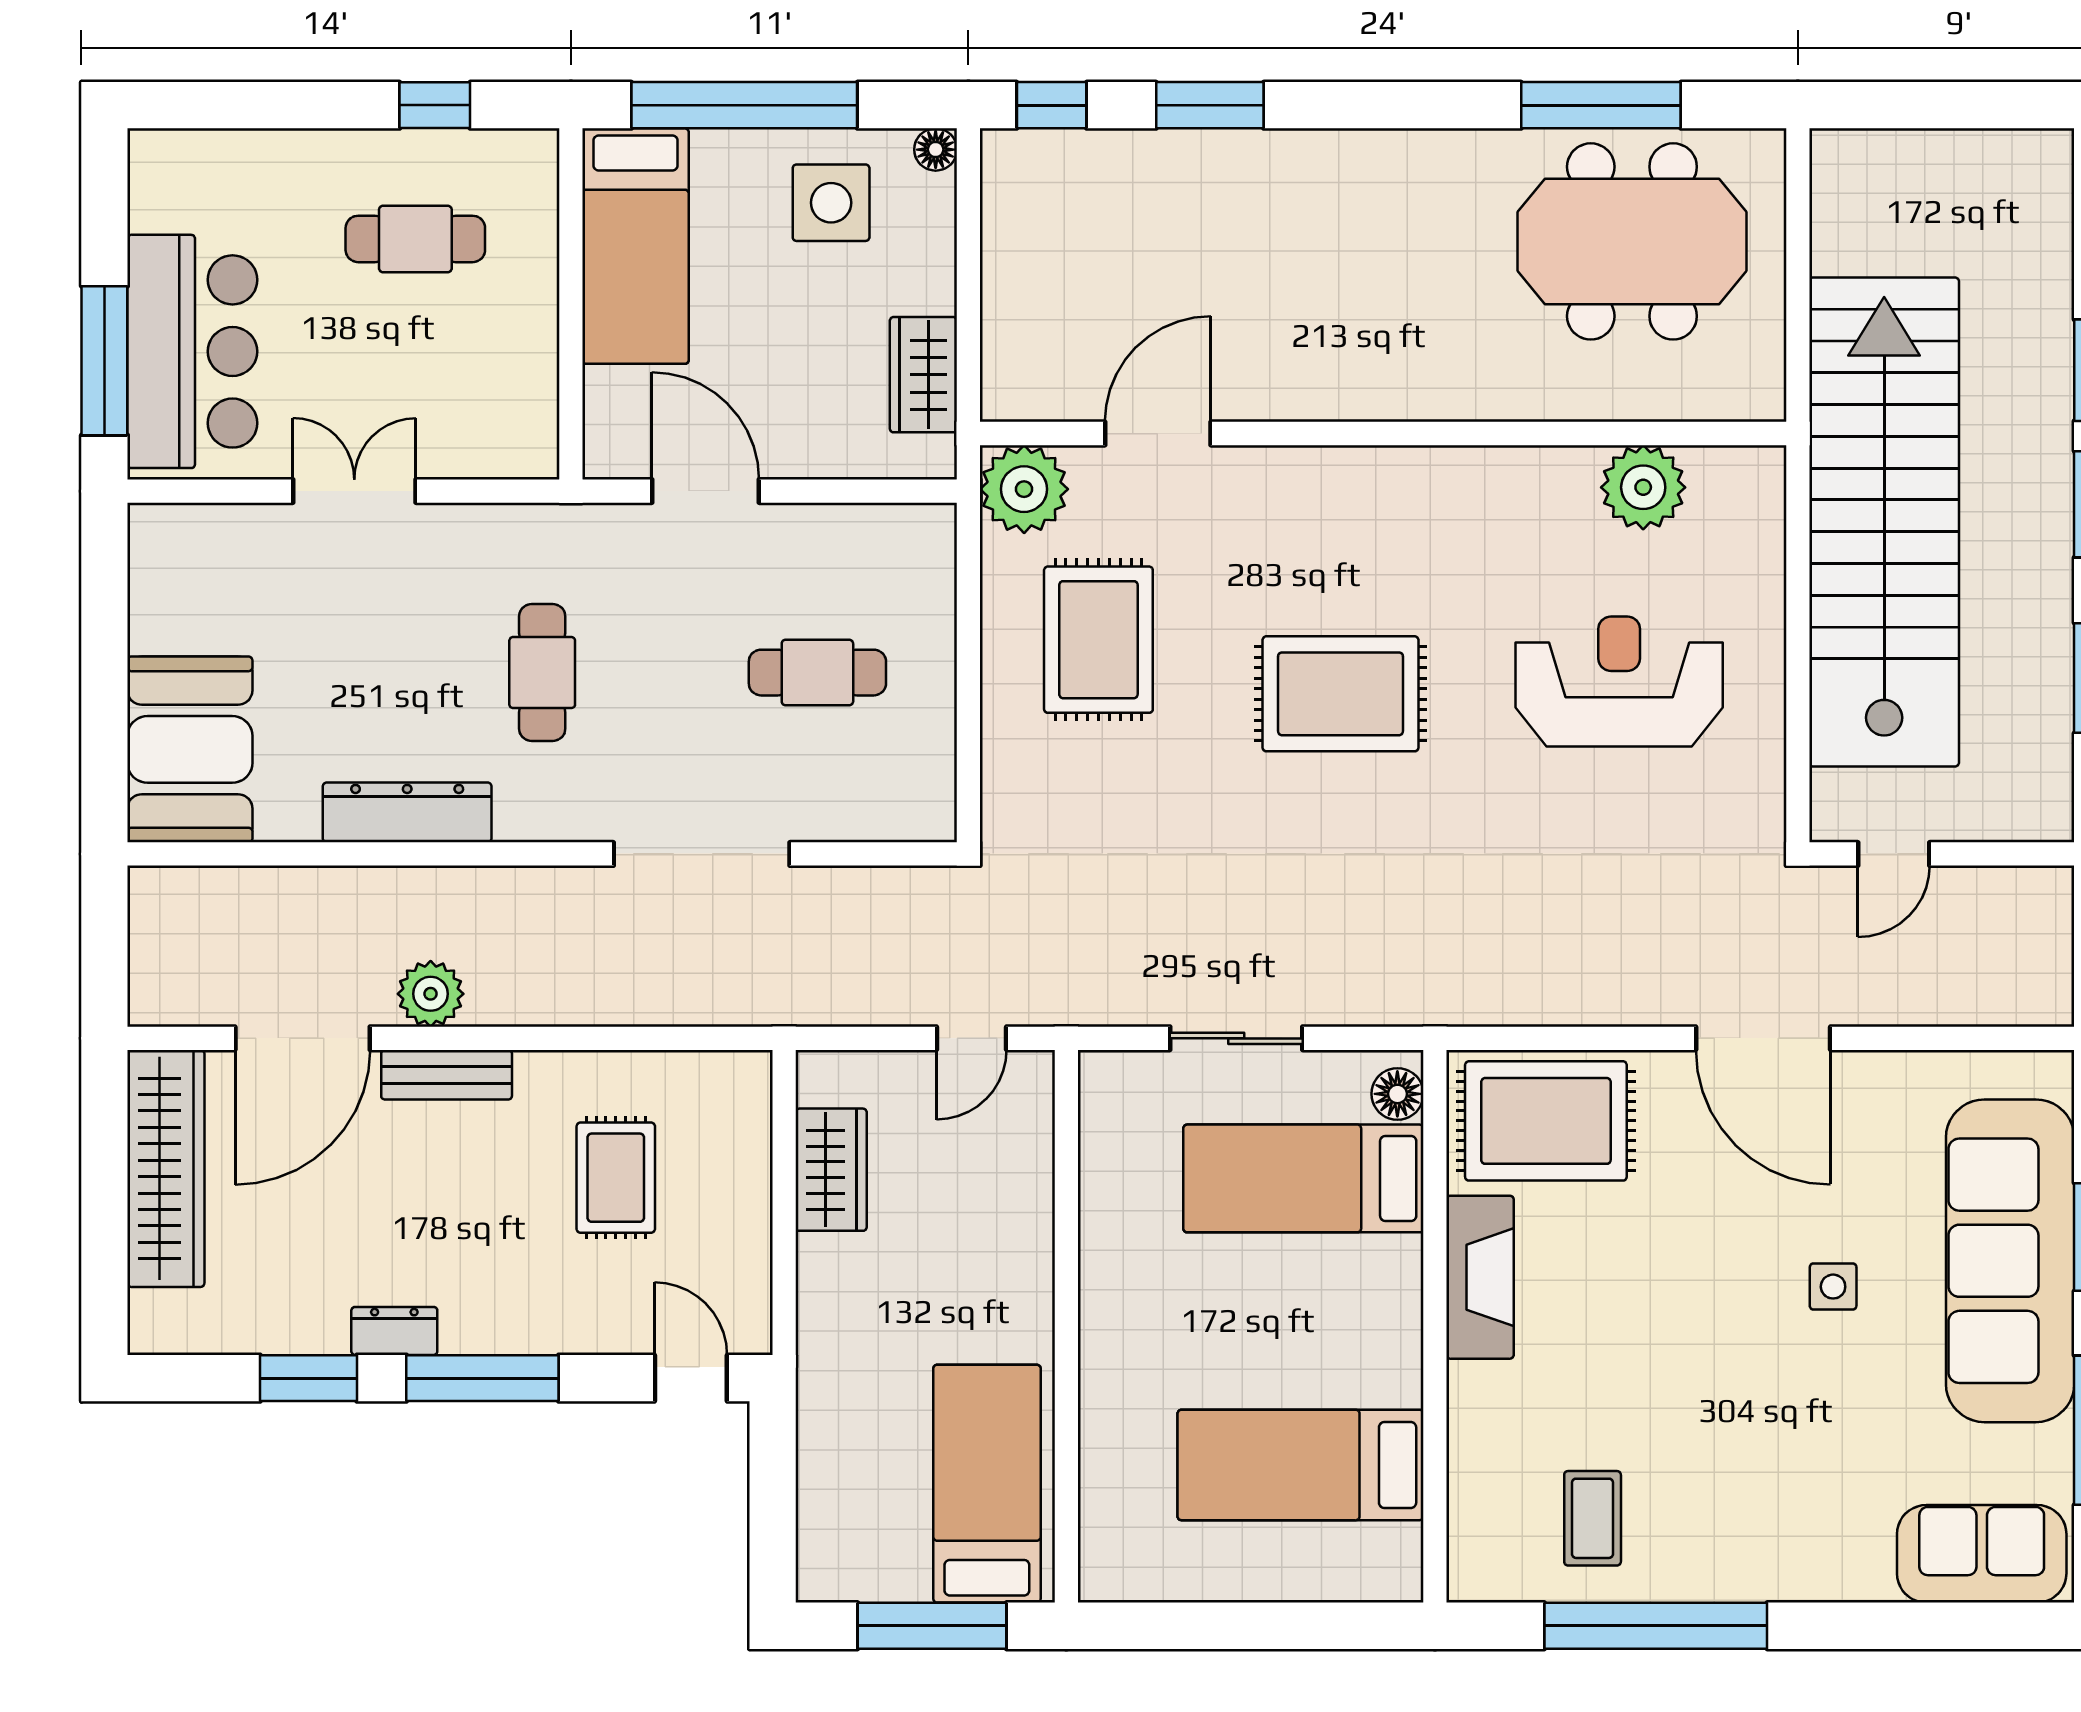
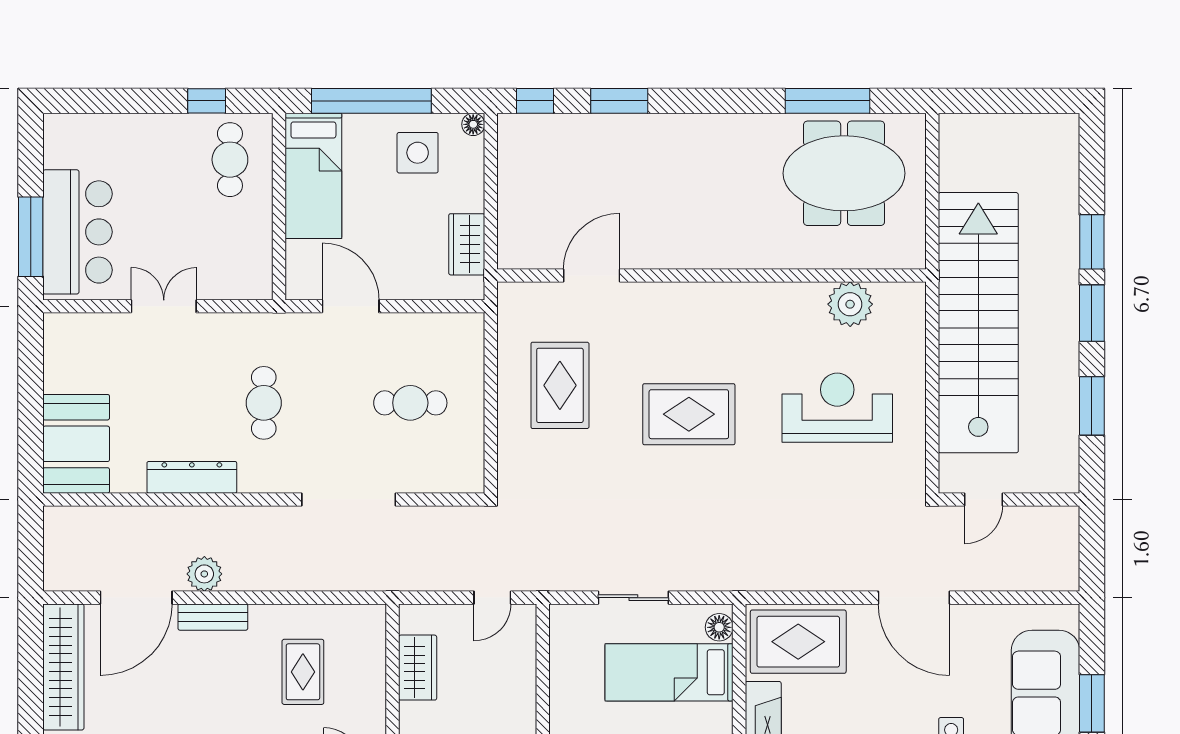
cafe table: (415, 239) -> (230, 160), moved, turned 90
plant: (1024, 489) -> (520, 305), removed

